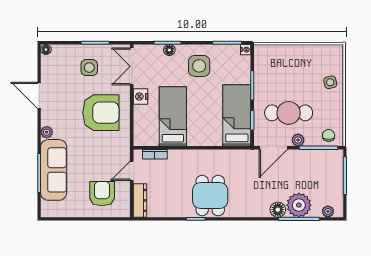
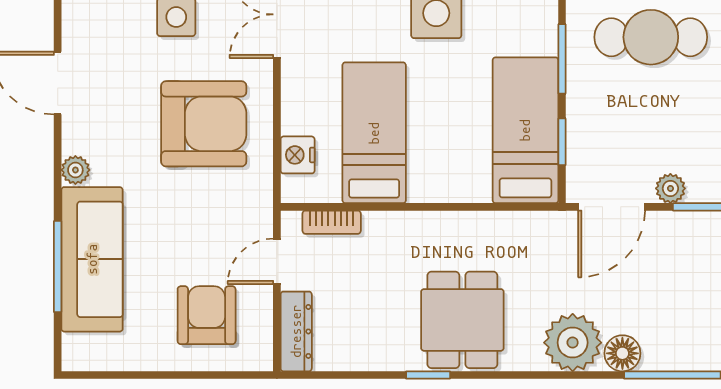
nightstand: (140, 96) -> (298, 155), moved
cafe table: (289, 113) -> (651, 37), moved
plant: (299, 205) -> (573, 343), moved

